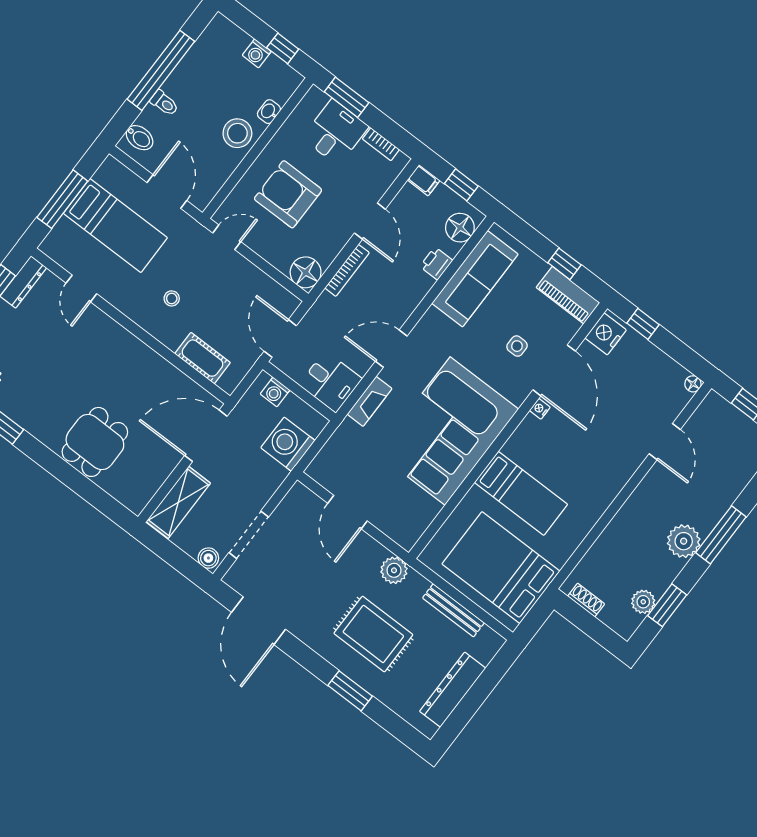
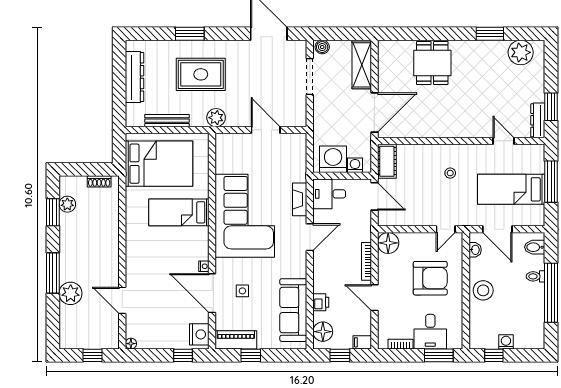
washbasin: (269, 112) -> (475, 250), moved
cot: (203, 358) -> (387, 161), moved, turned 90
washing machine: (288, 444) -> (333, 159), moved, turned -90
plant: (684, 541) -> (71, 293), moved

